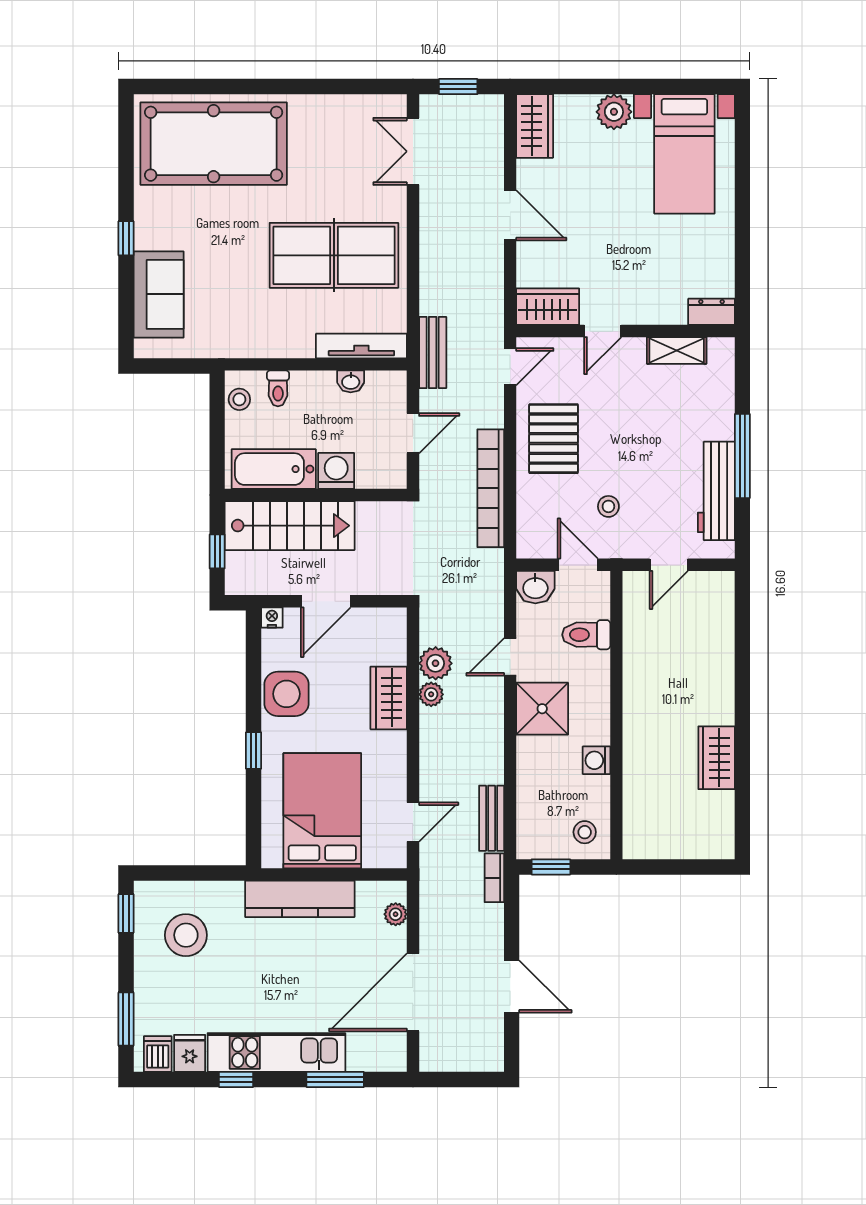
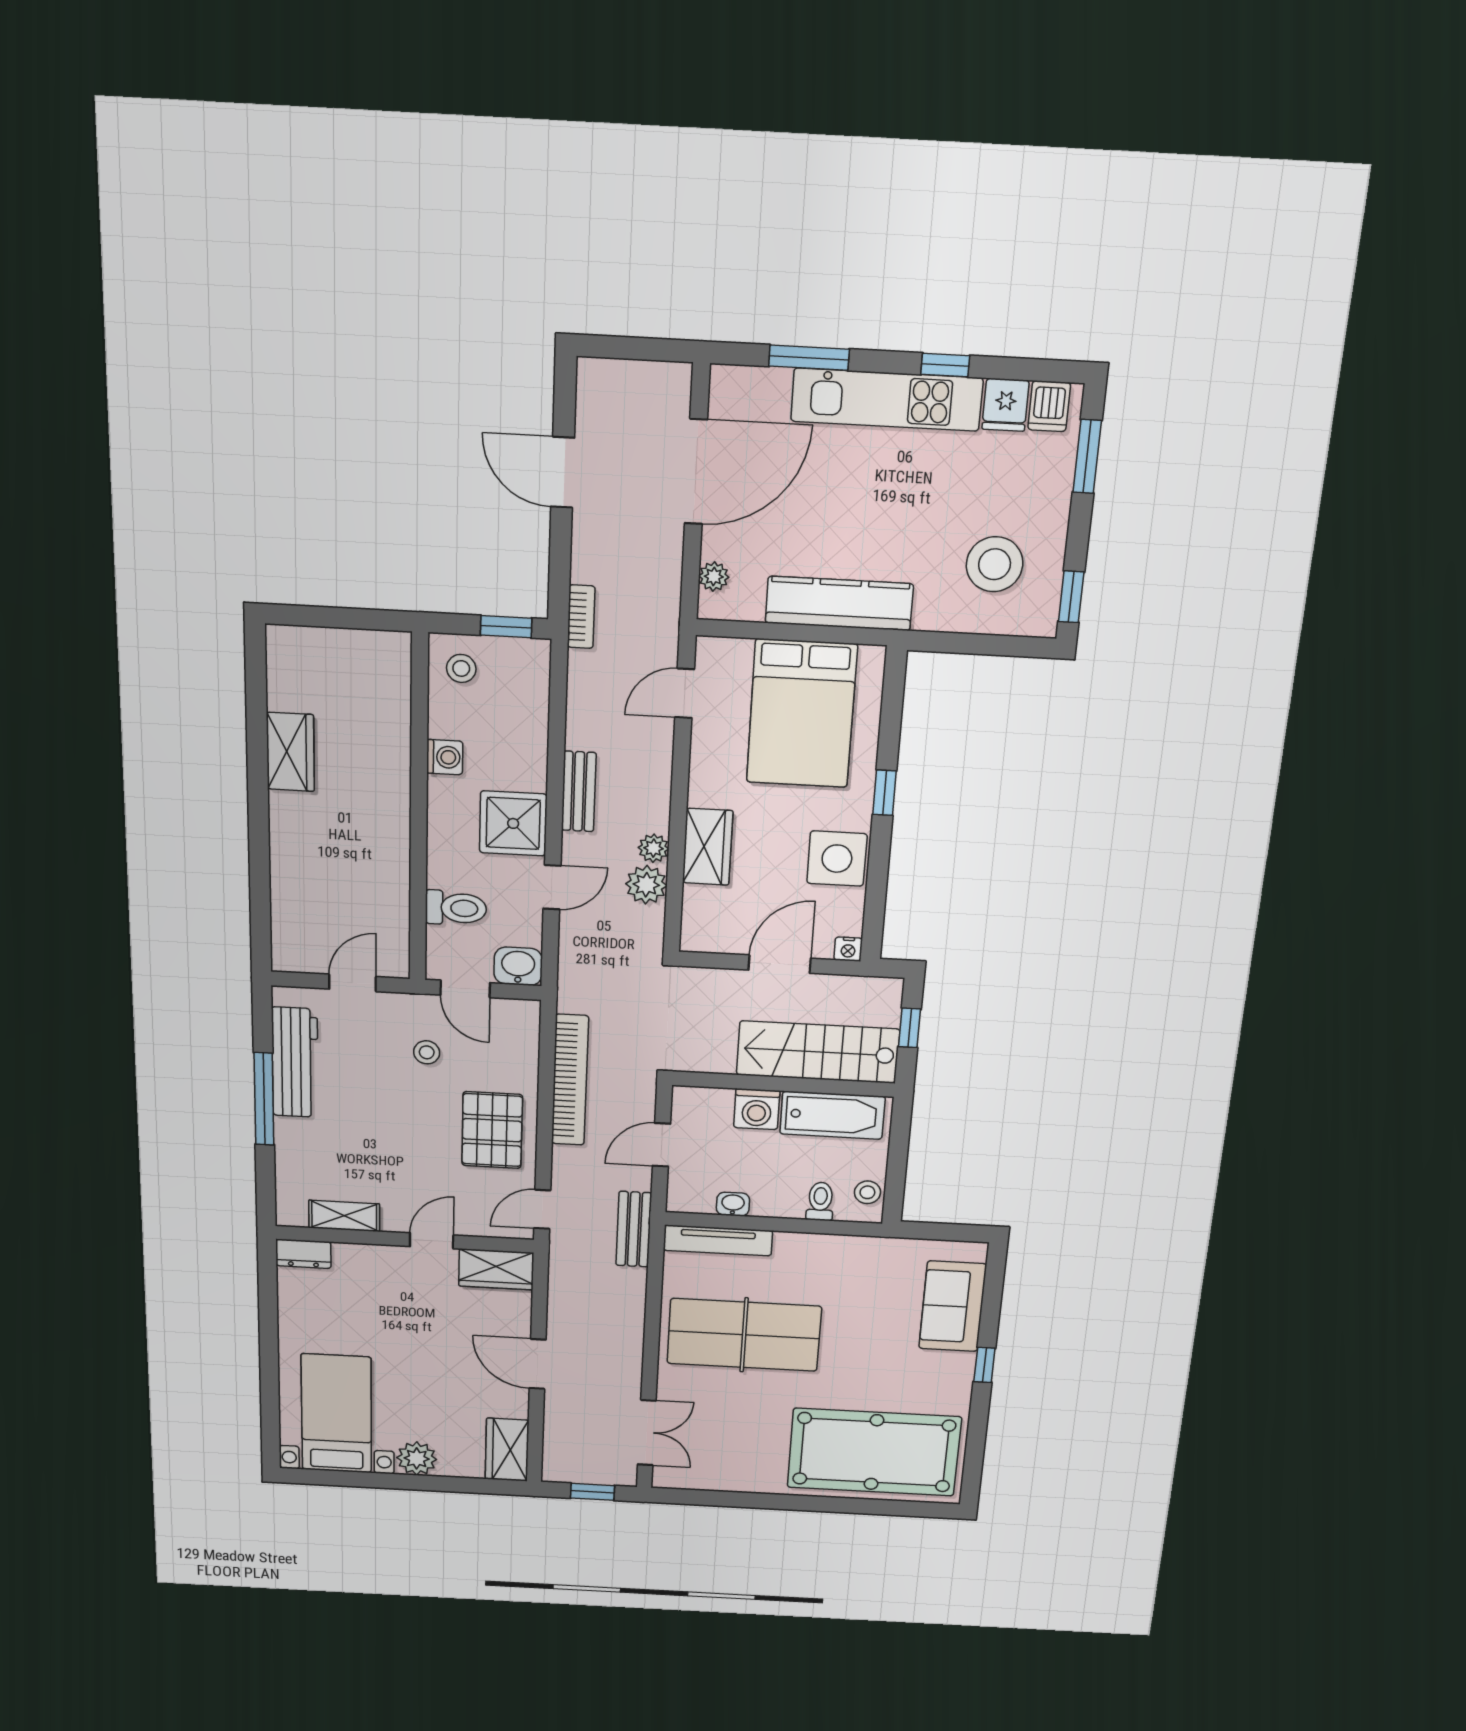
bench: (492, 818) -> (579, 791), moved

